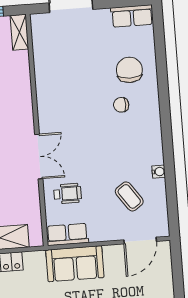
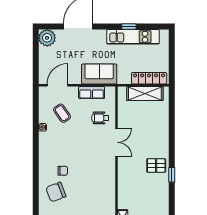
chair: (129, 70) -> (56, 192), turned 69
double door: (39, 157) -> (116, 142), swing flipped
row of seats: (67, 234) -> (92, 93), moved

